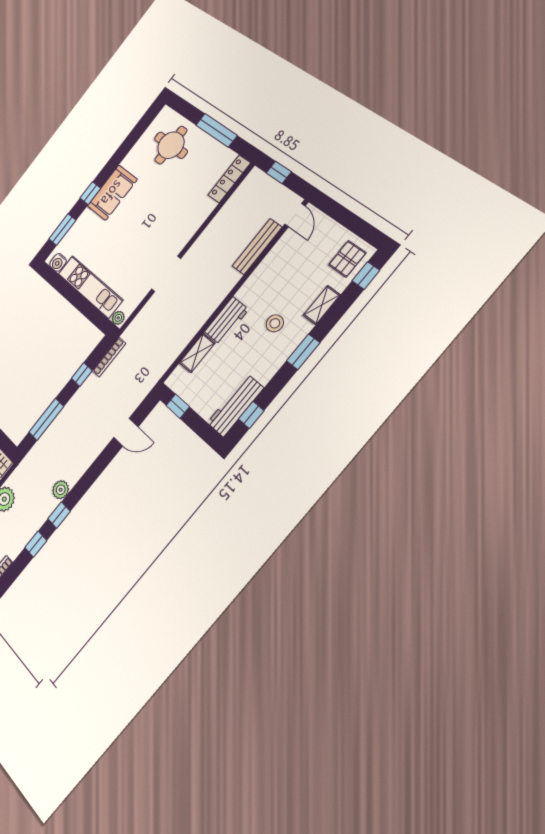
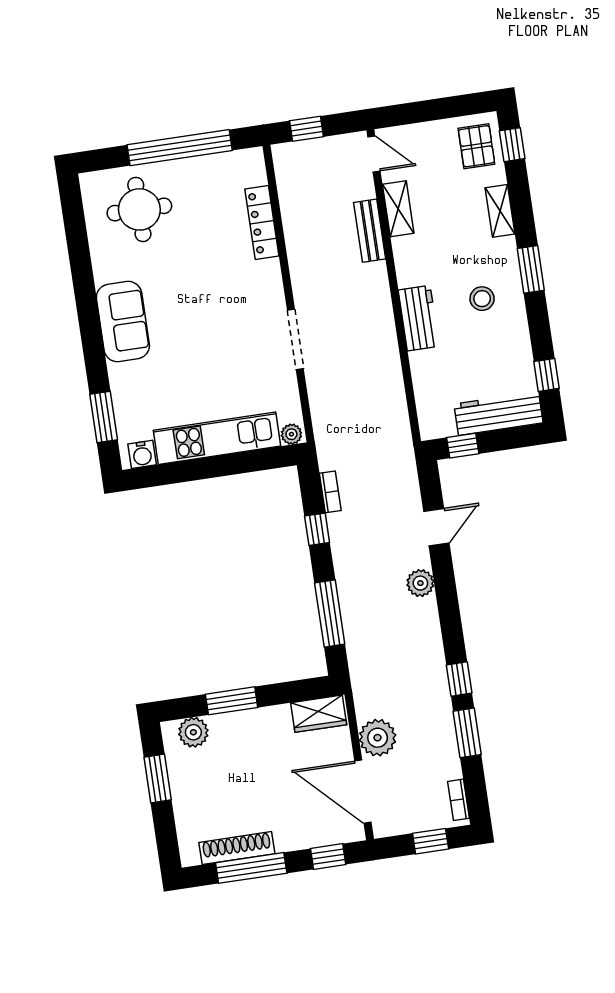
window: (216, 130) -> (180, 148), width x1.46
locker: (229, 179) -> (262, 222), moved
window: (90, 193) -> (93, 347), removed
bench: (257, 247) -> (370, 231), width x0.73
stool: (275, 323) -> (482, 299), moved
shelving: (197, 353) -> (398, 209), moved
bookcase: (109, 357) -> (330, 492), width x0.64
workbench: (235, 405) -> (499, 413), moved, turned 90
plant: (61, 490) -> (420, 583), moved
window: (36, 544) -> (467, 733), width x1.50

